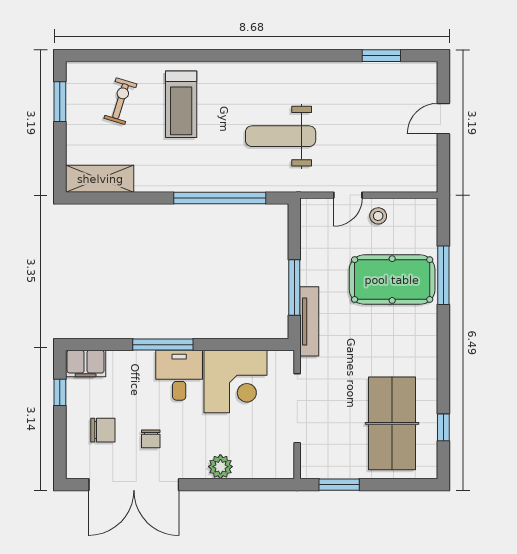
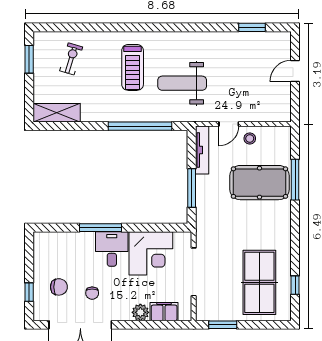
treadmill: (181, 104) -> (133, 67), moved
tv unit: (309, 321) -> (202, 150), moved
filing cabinet: (86, 364) -> (164, 312), moved, turned 180
window: (60, 392) -> (29, 292), moved

